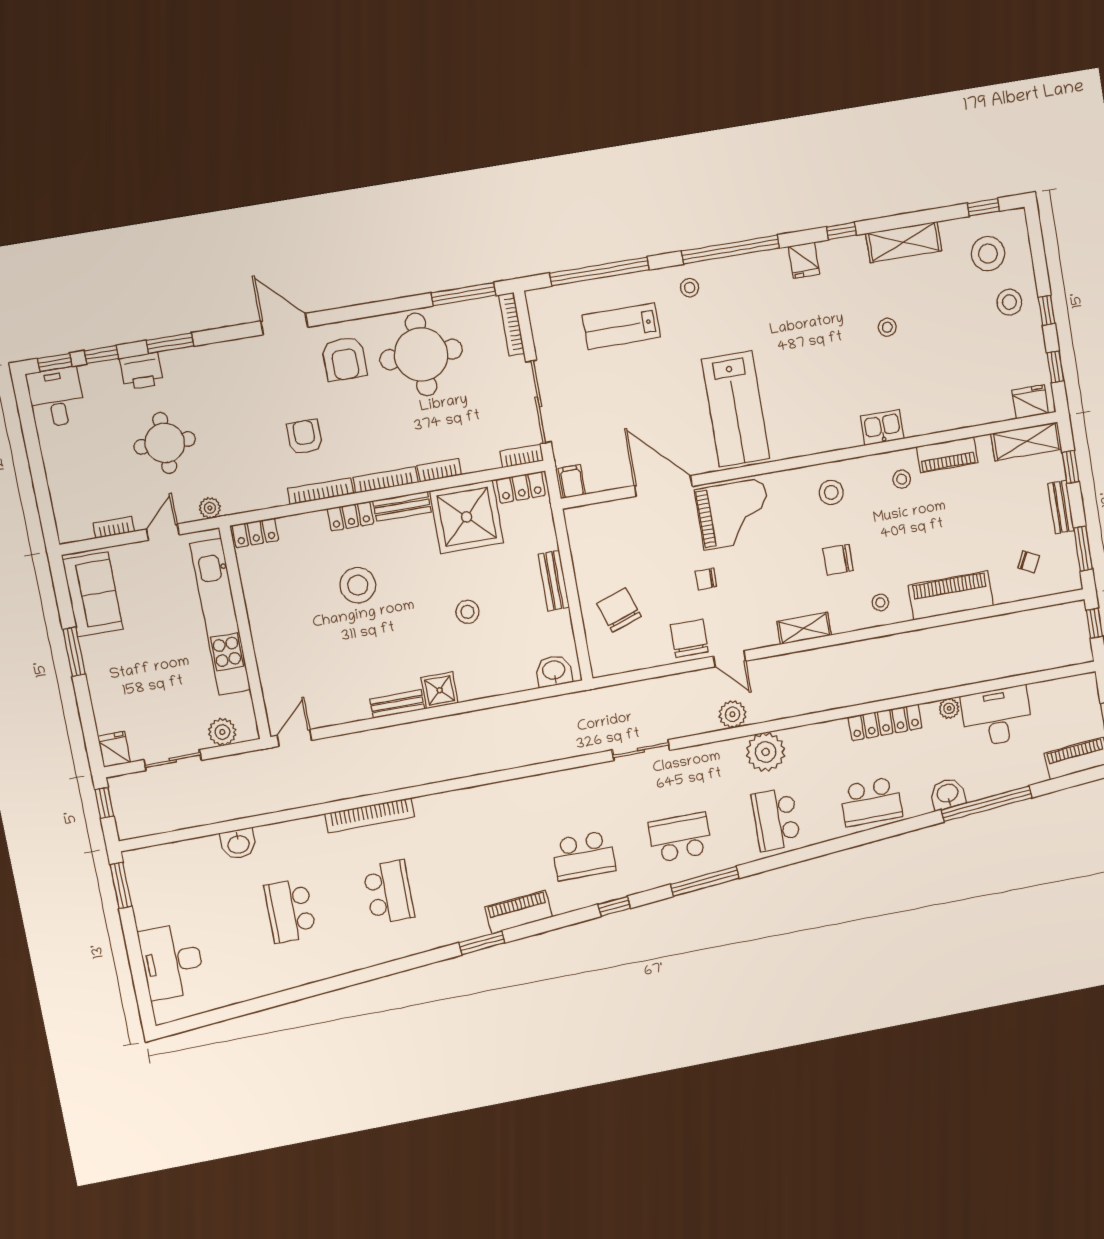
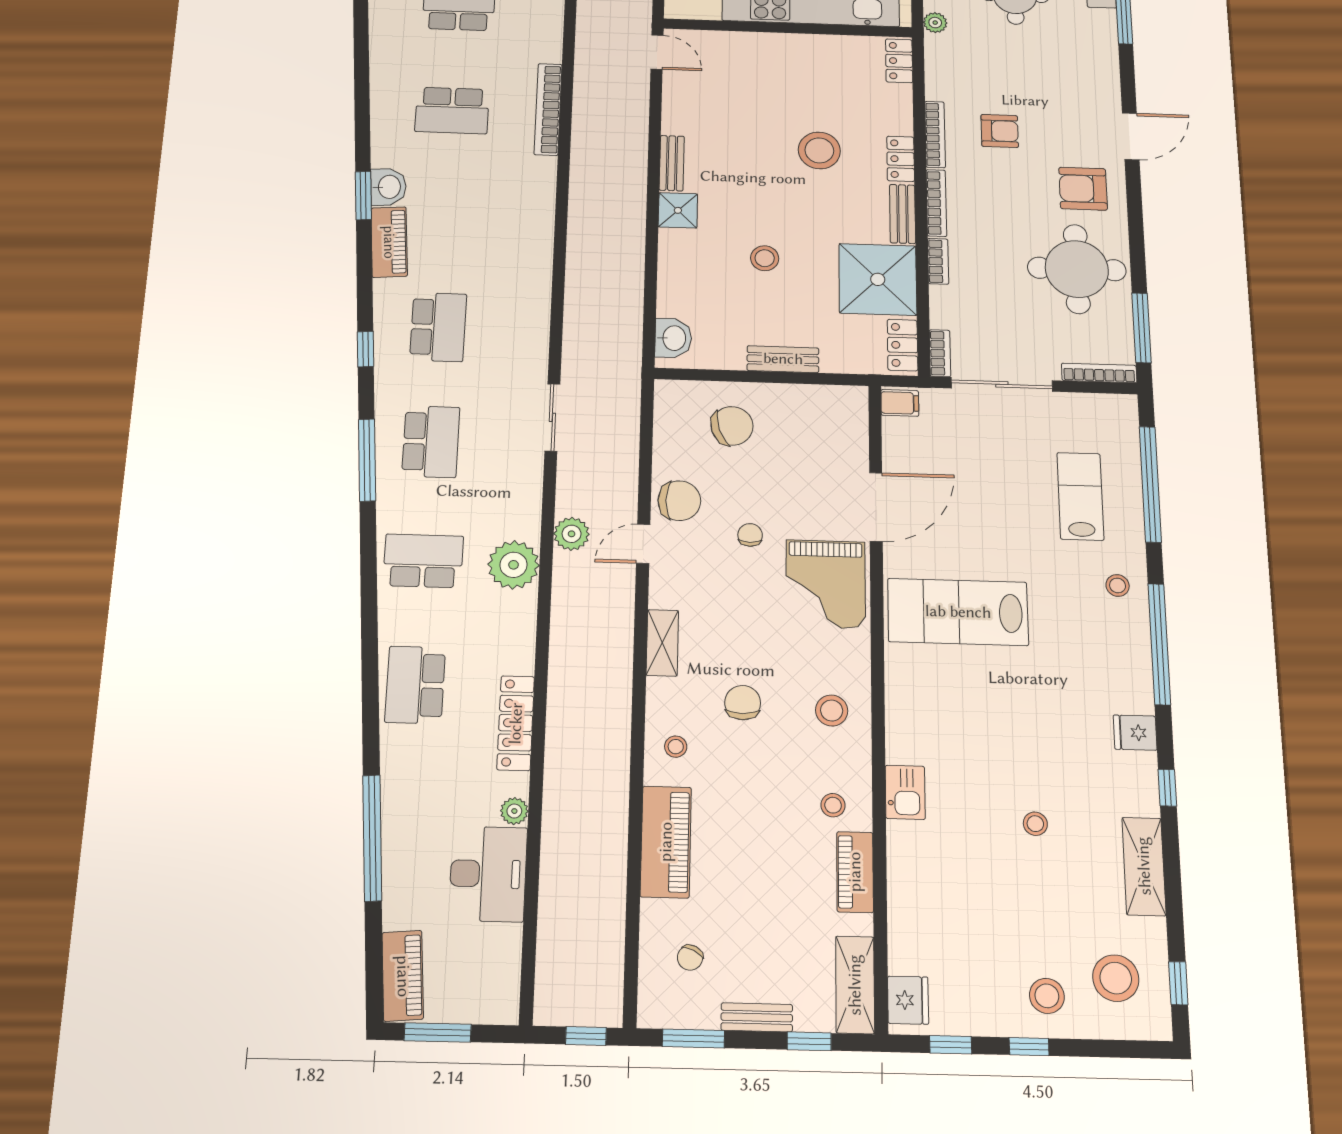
washbasin: (948, 794) -> (388, 187), moved
school desk: (584, 856) -> (438, 327), turned 180

